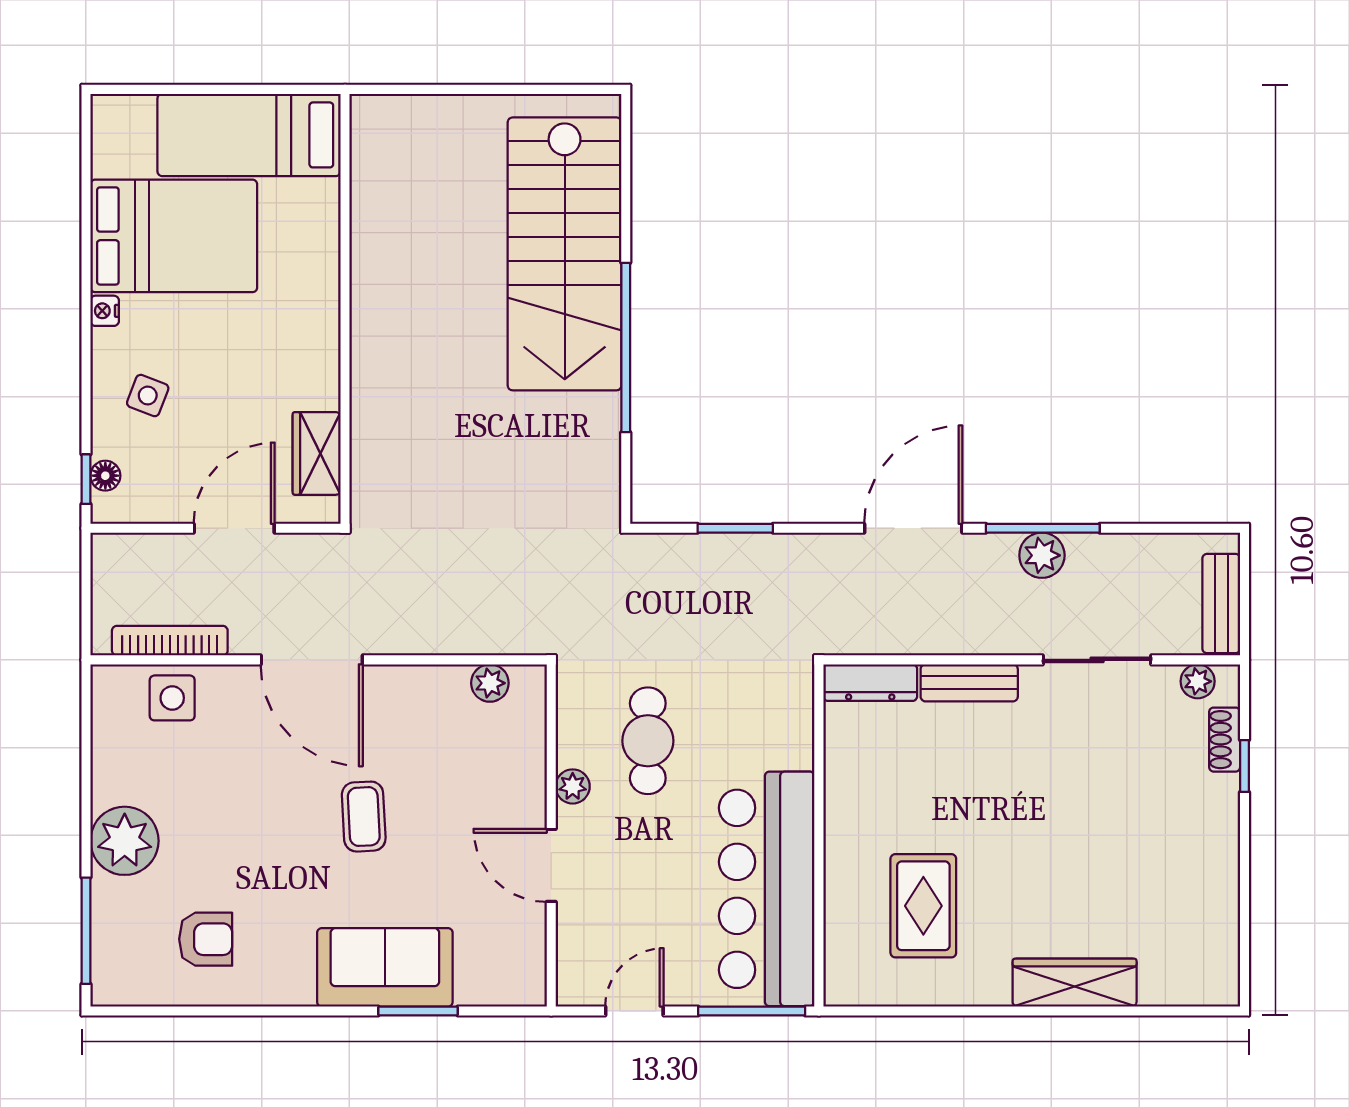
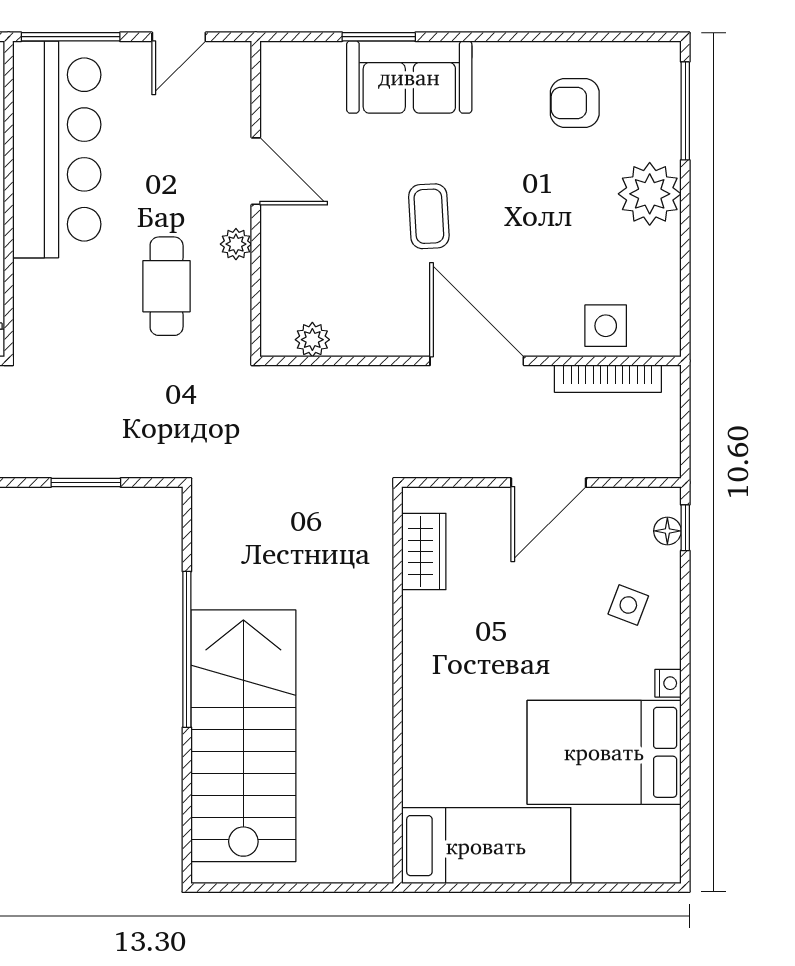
bed: (249, 135) -> (486, 846), moved
wall: (345, 309) -> (398, 685), moved
wardrobe: (317, 453) -> (424, 552), moved

